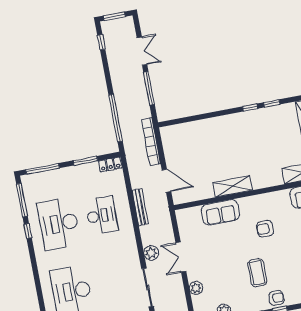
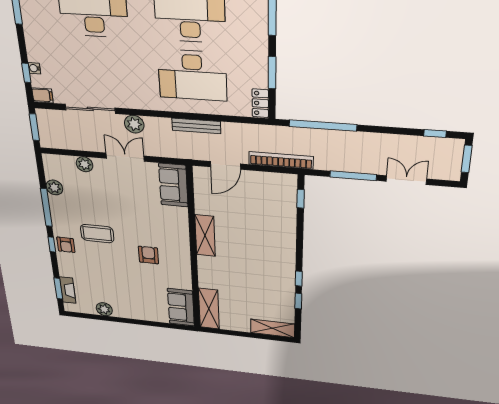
double door: (142, 51) -> (406, 180), swing flipped
window: (179, 121) -> (301, 199), added
sofa: (220, 212) -> (173, 185), moved
desk: (102, 215) -> (192, 75), width x1.36, depth x1.30

